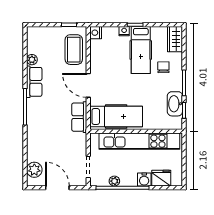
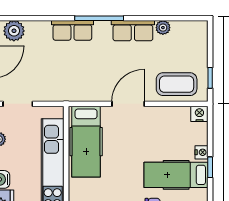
row of seats: (79, 117) -> (72, 30), moved, turned 180

